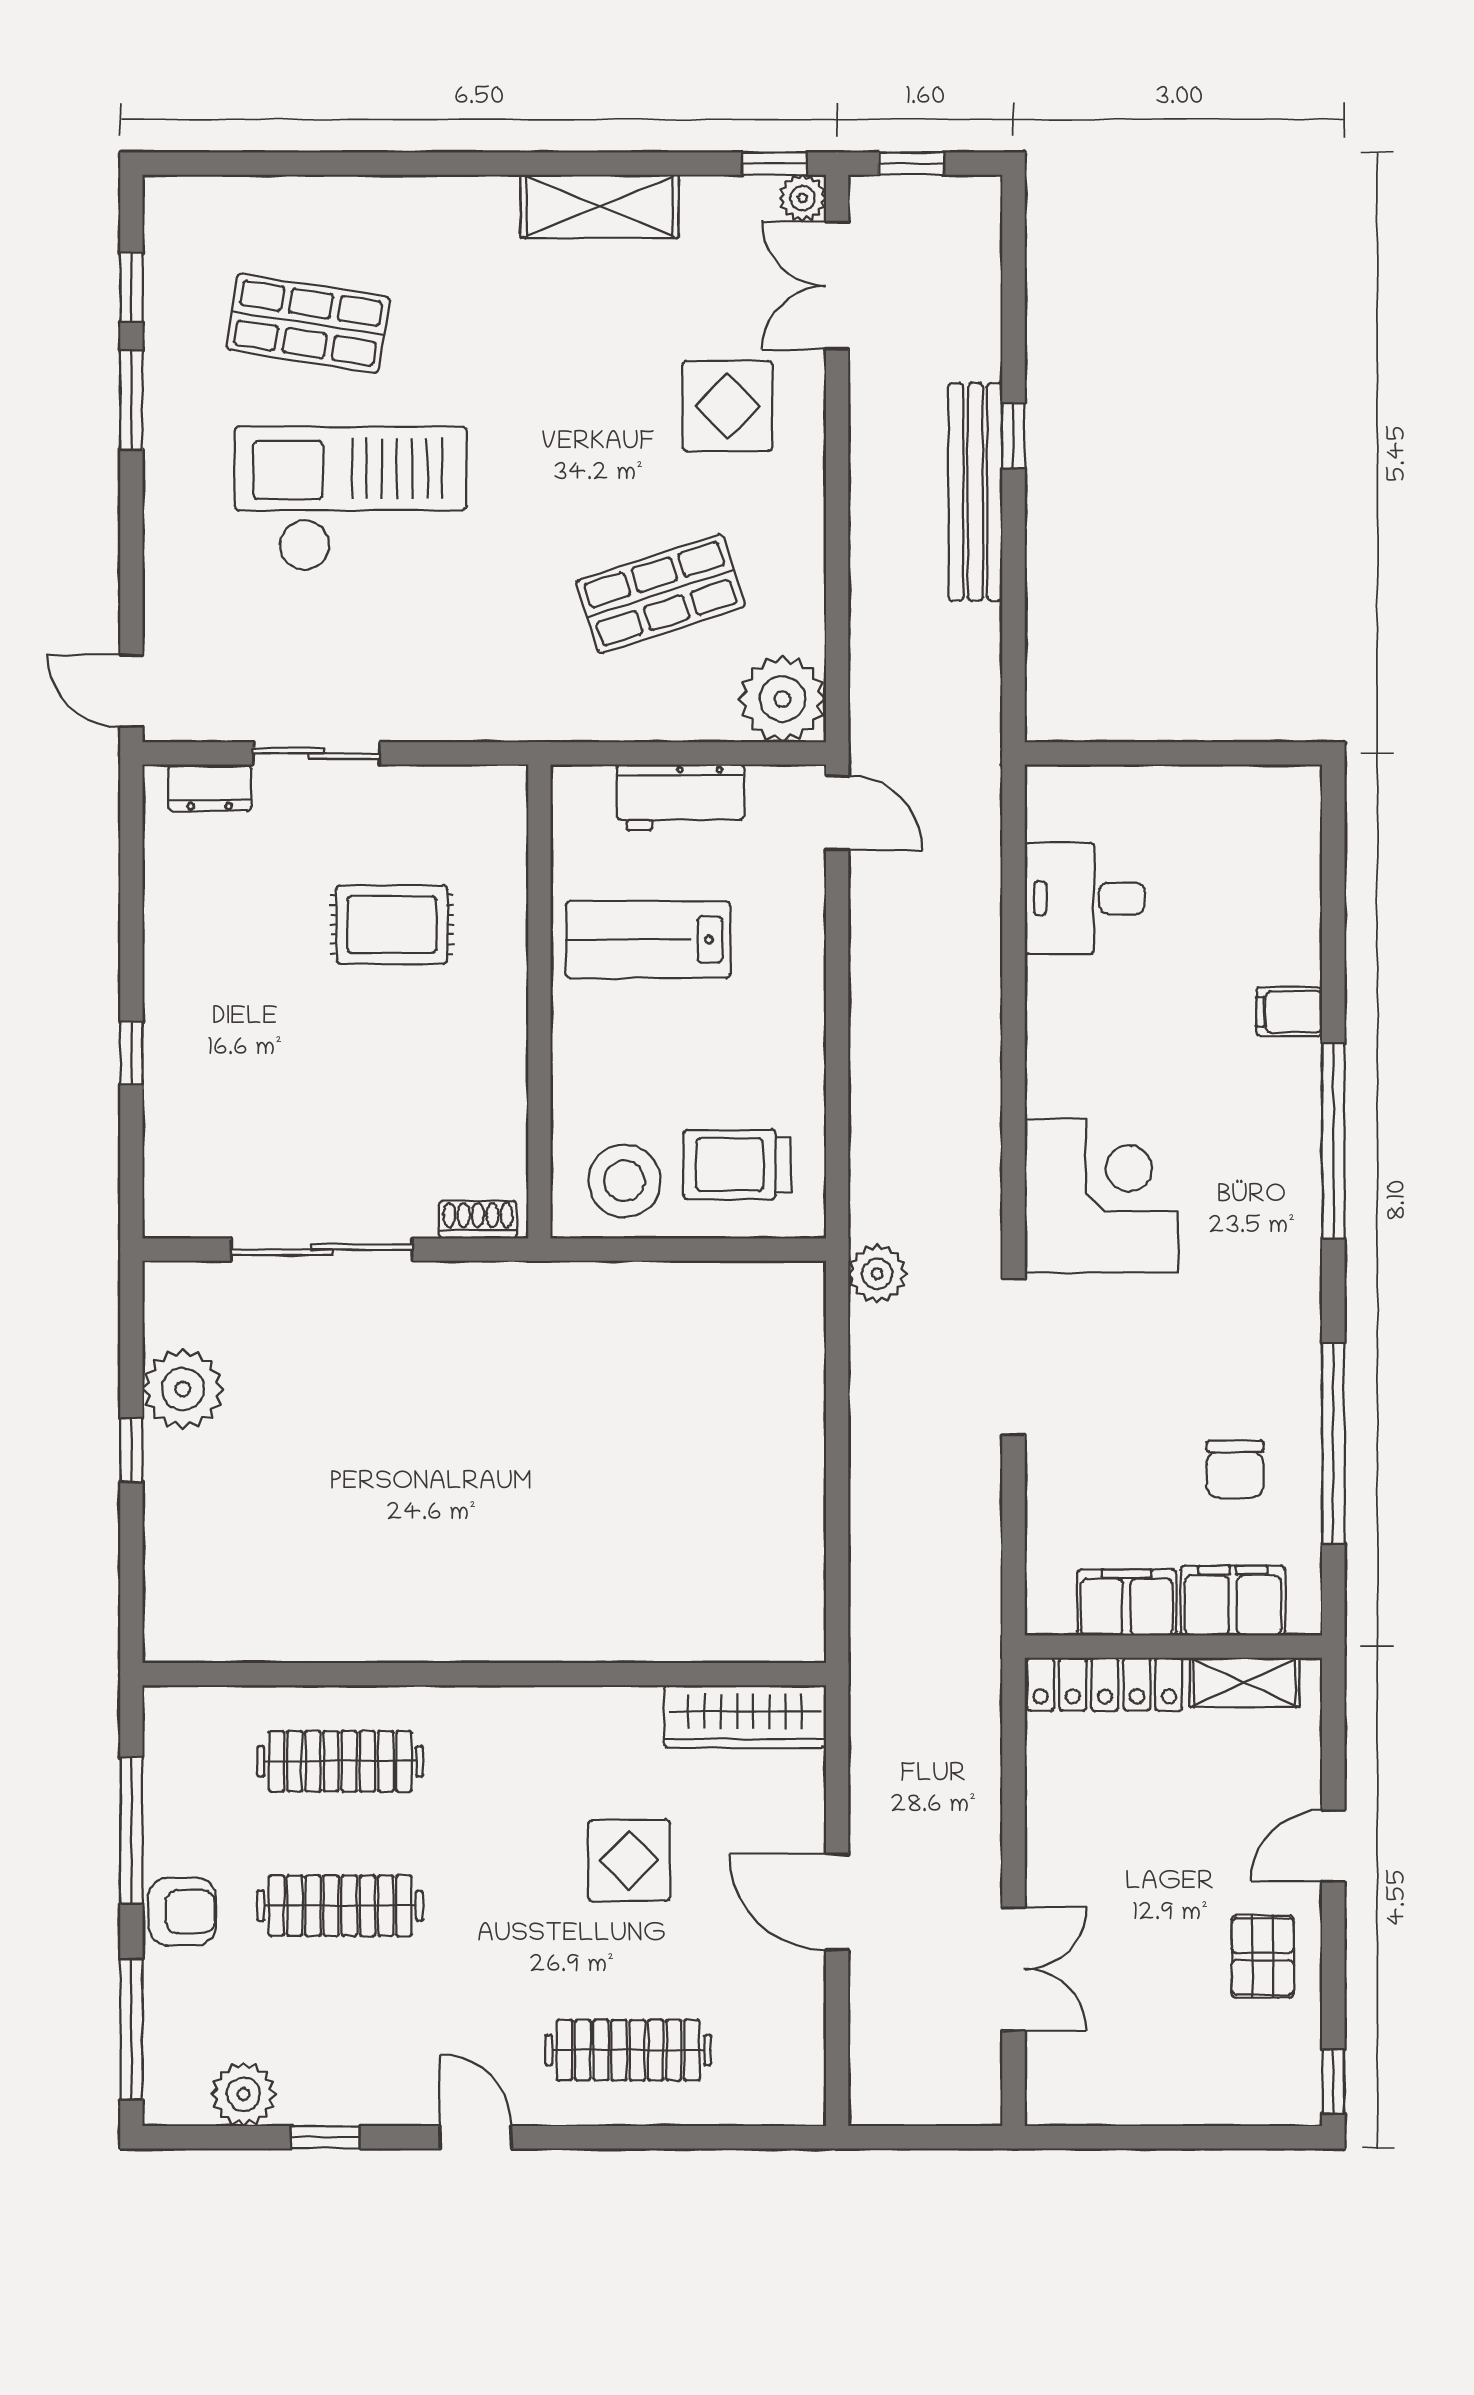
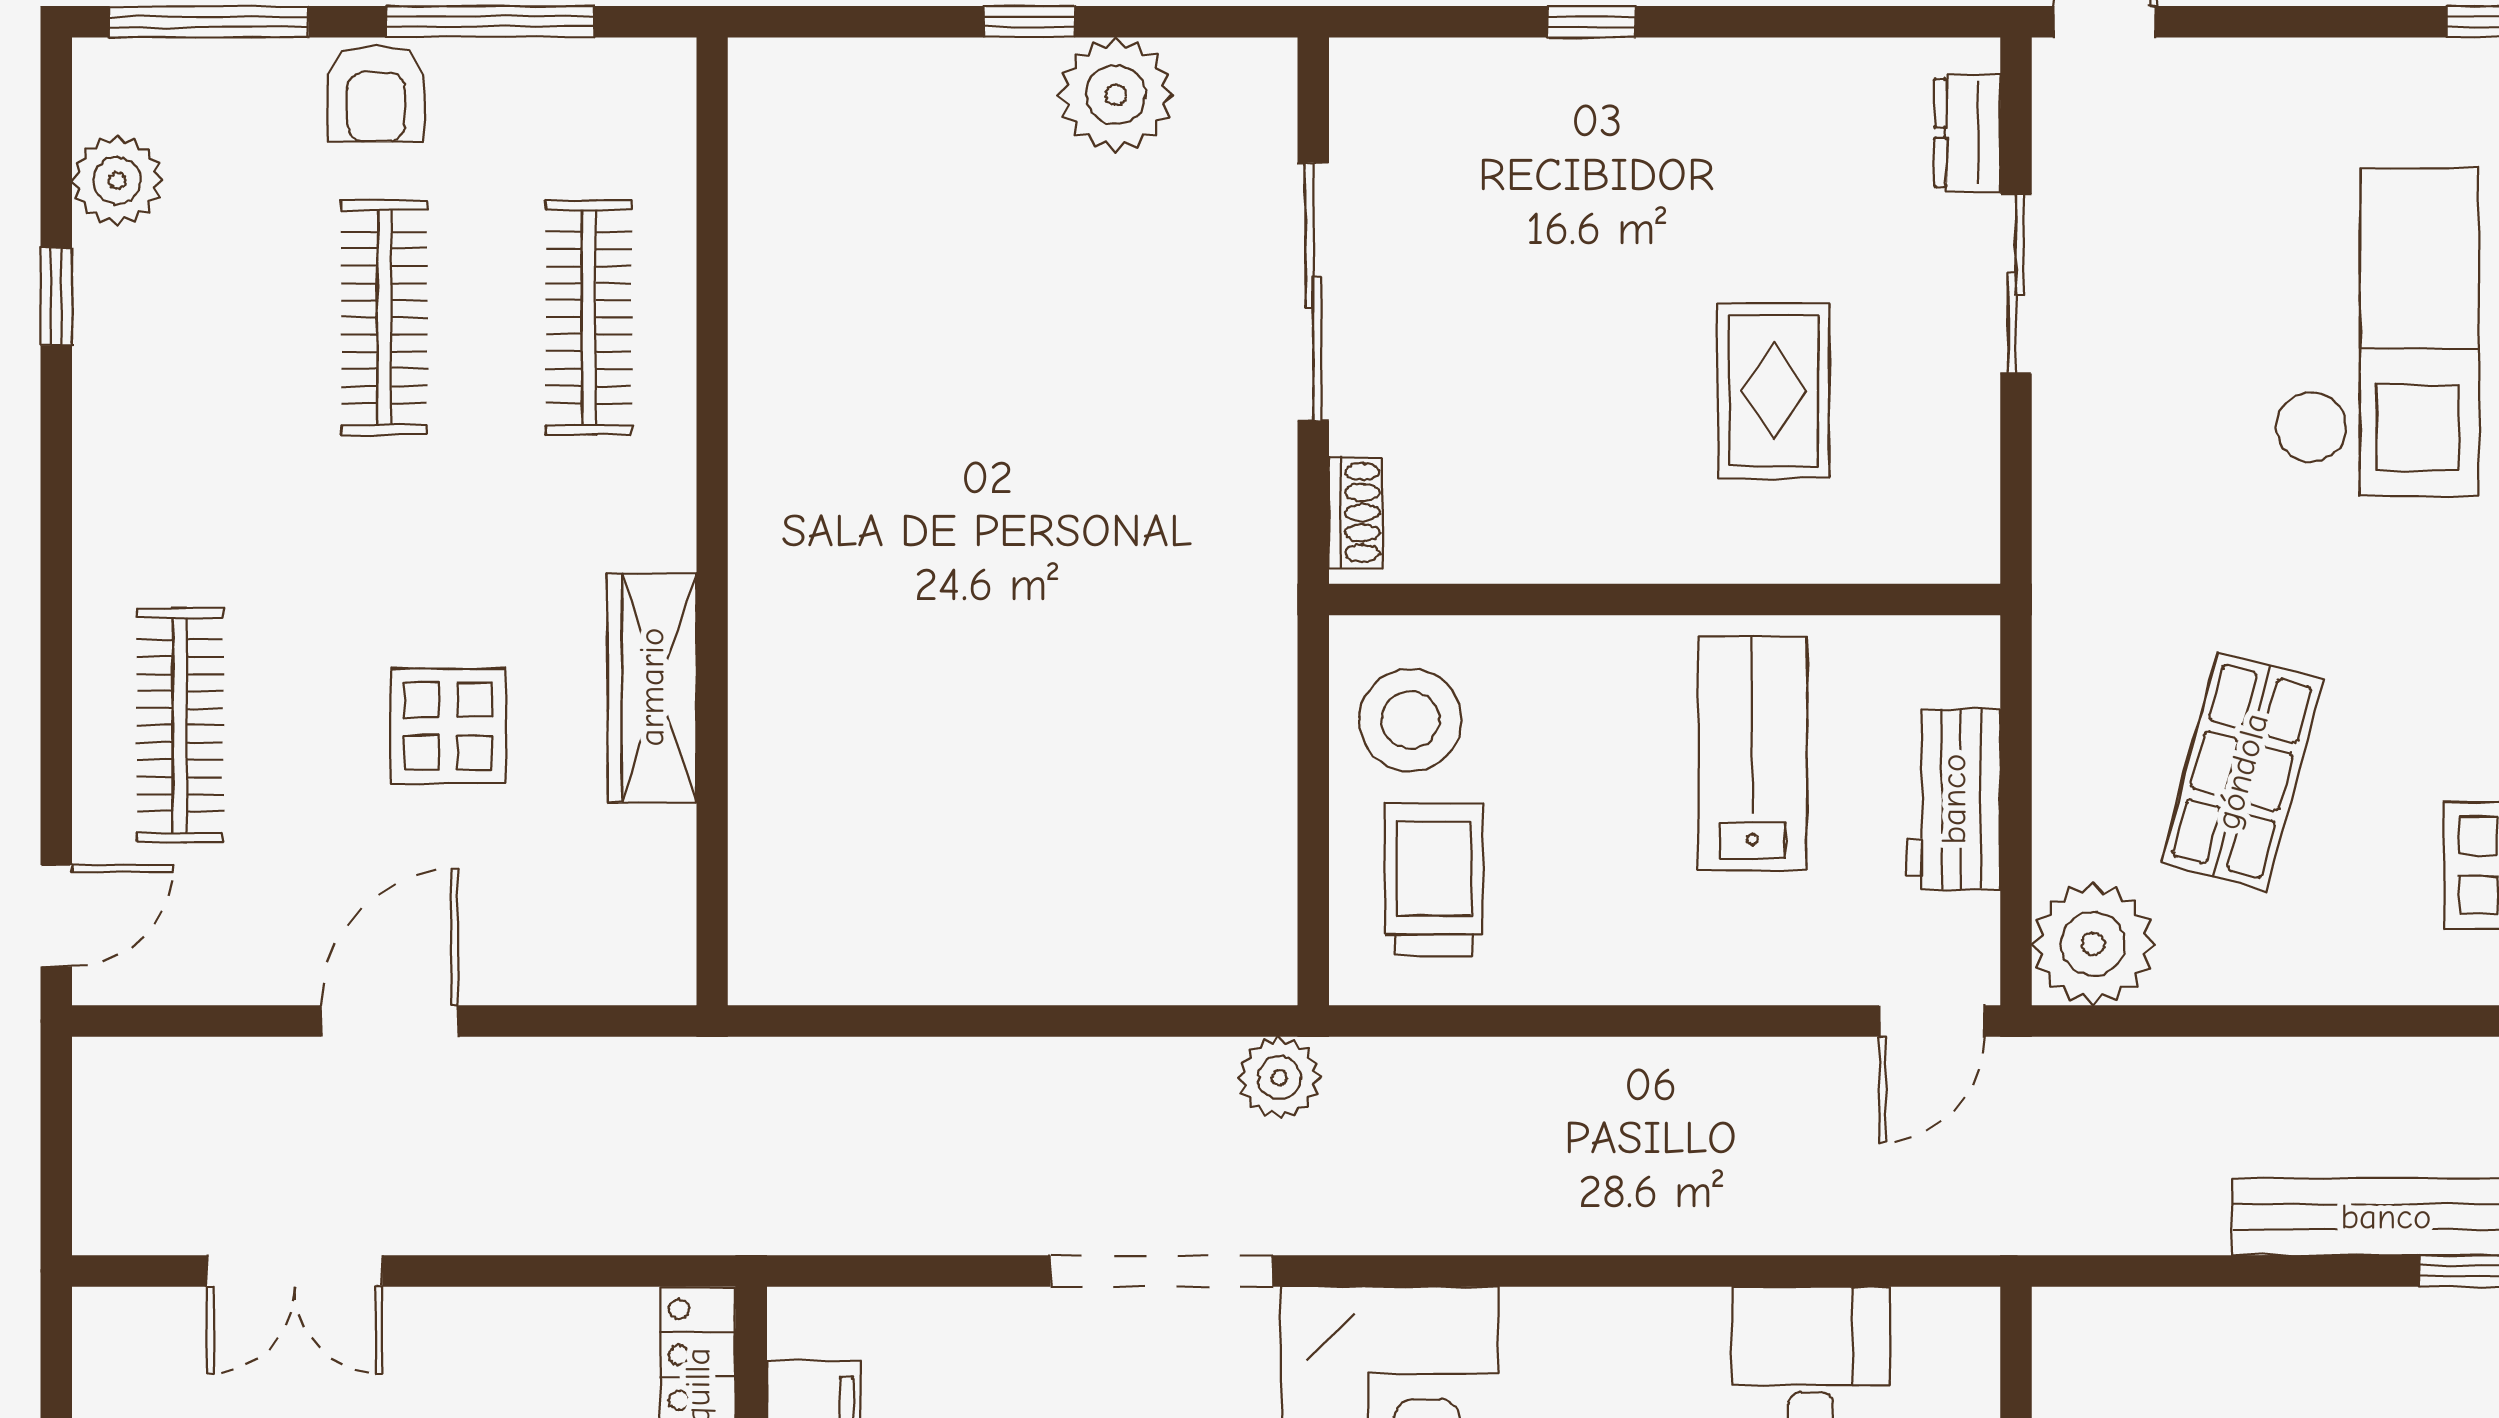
shop shelf: (661, 594) -> (2242, 771), turned 33
wardrobe: (745, 1716) -> (652, 687), moved
door: (476, 2137) -> (56, 916), moved

